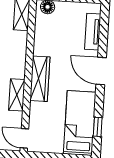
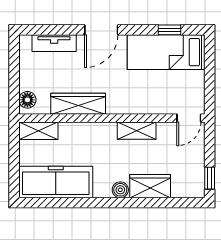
wardrobe: (40, 79) -> (78, 104), moved

